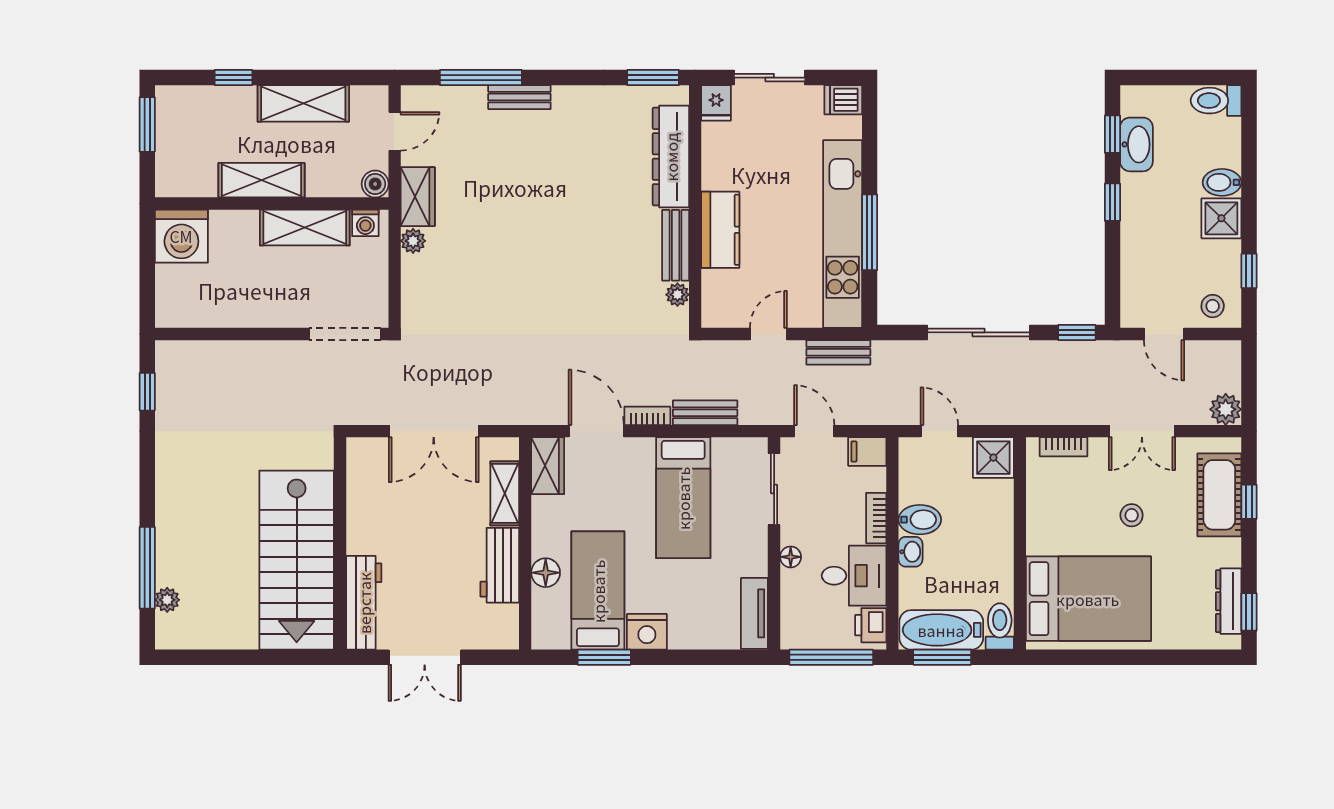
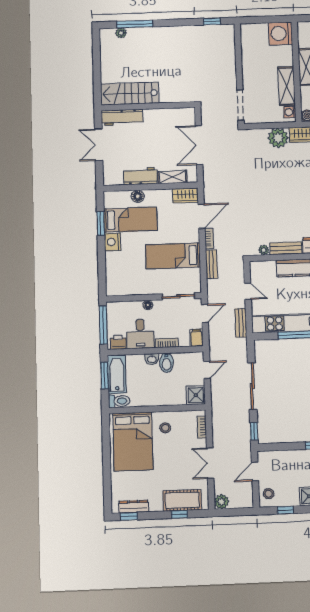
plant: (413, 241) -> (278, 138), width x1.87, depth x1.87
stool: (1132, 515) -> (165, 428), moved
stairs: (297, 560) -> (130, 94), width x0.73, depth x0.66
tv unit: (754, 613) -> (122, 290), removed

